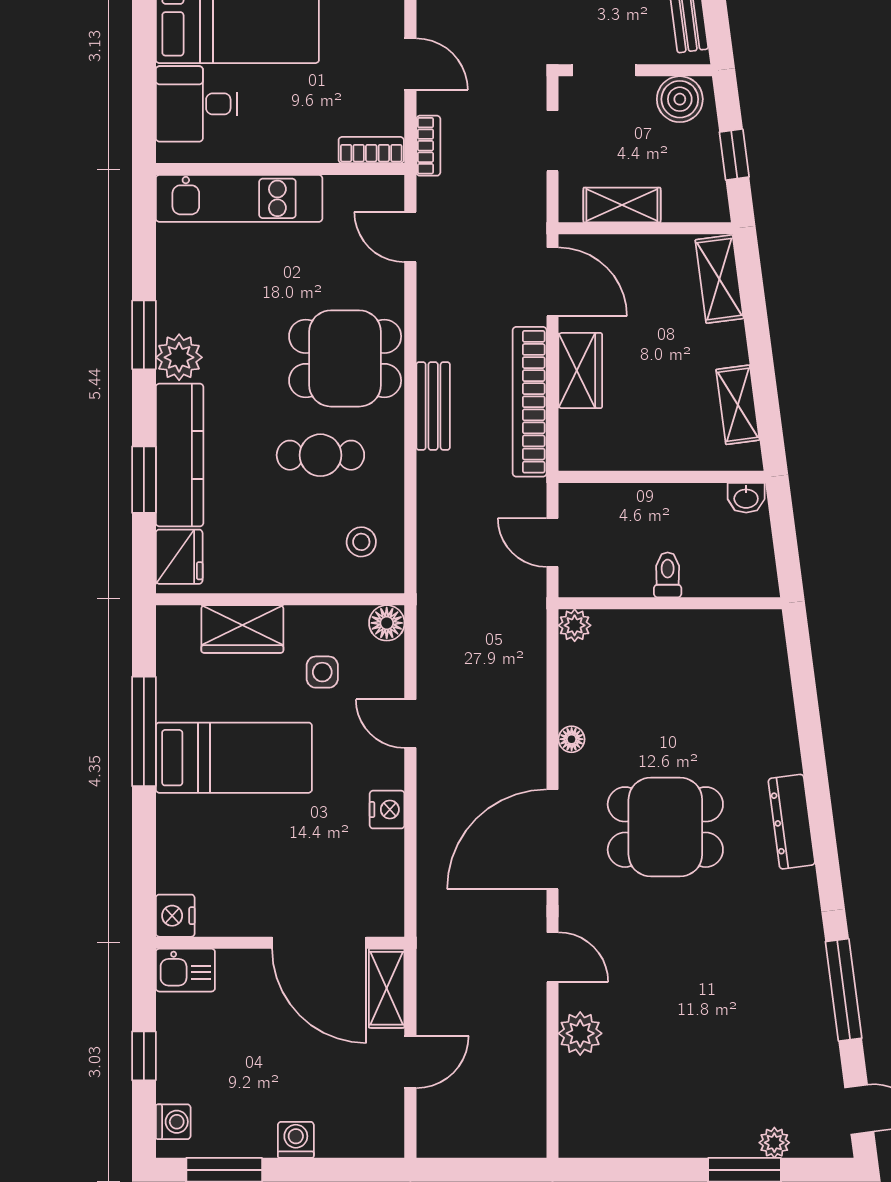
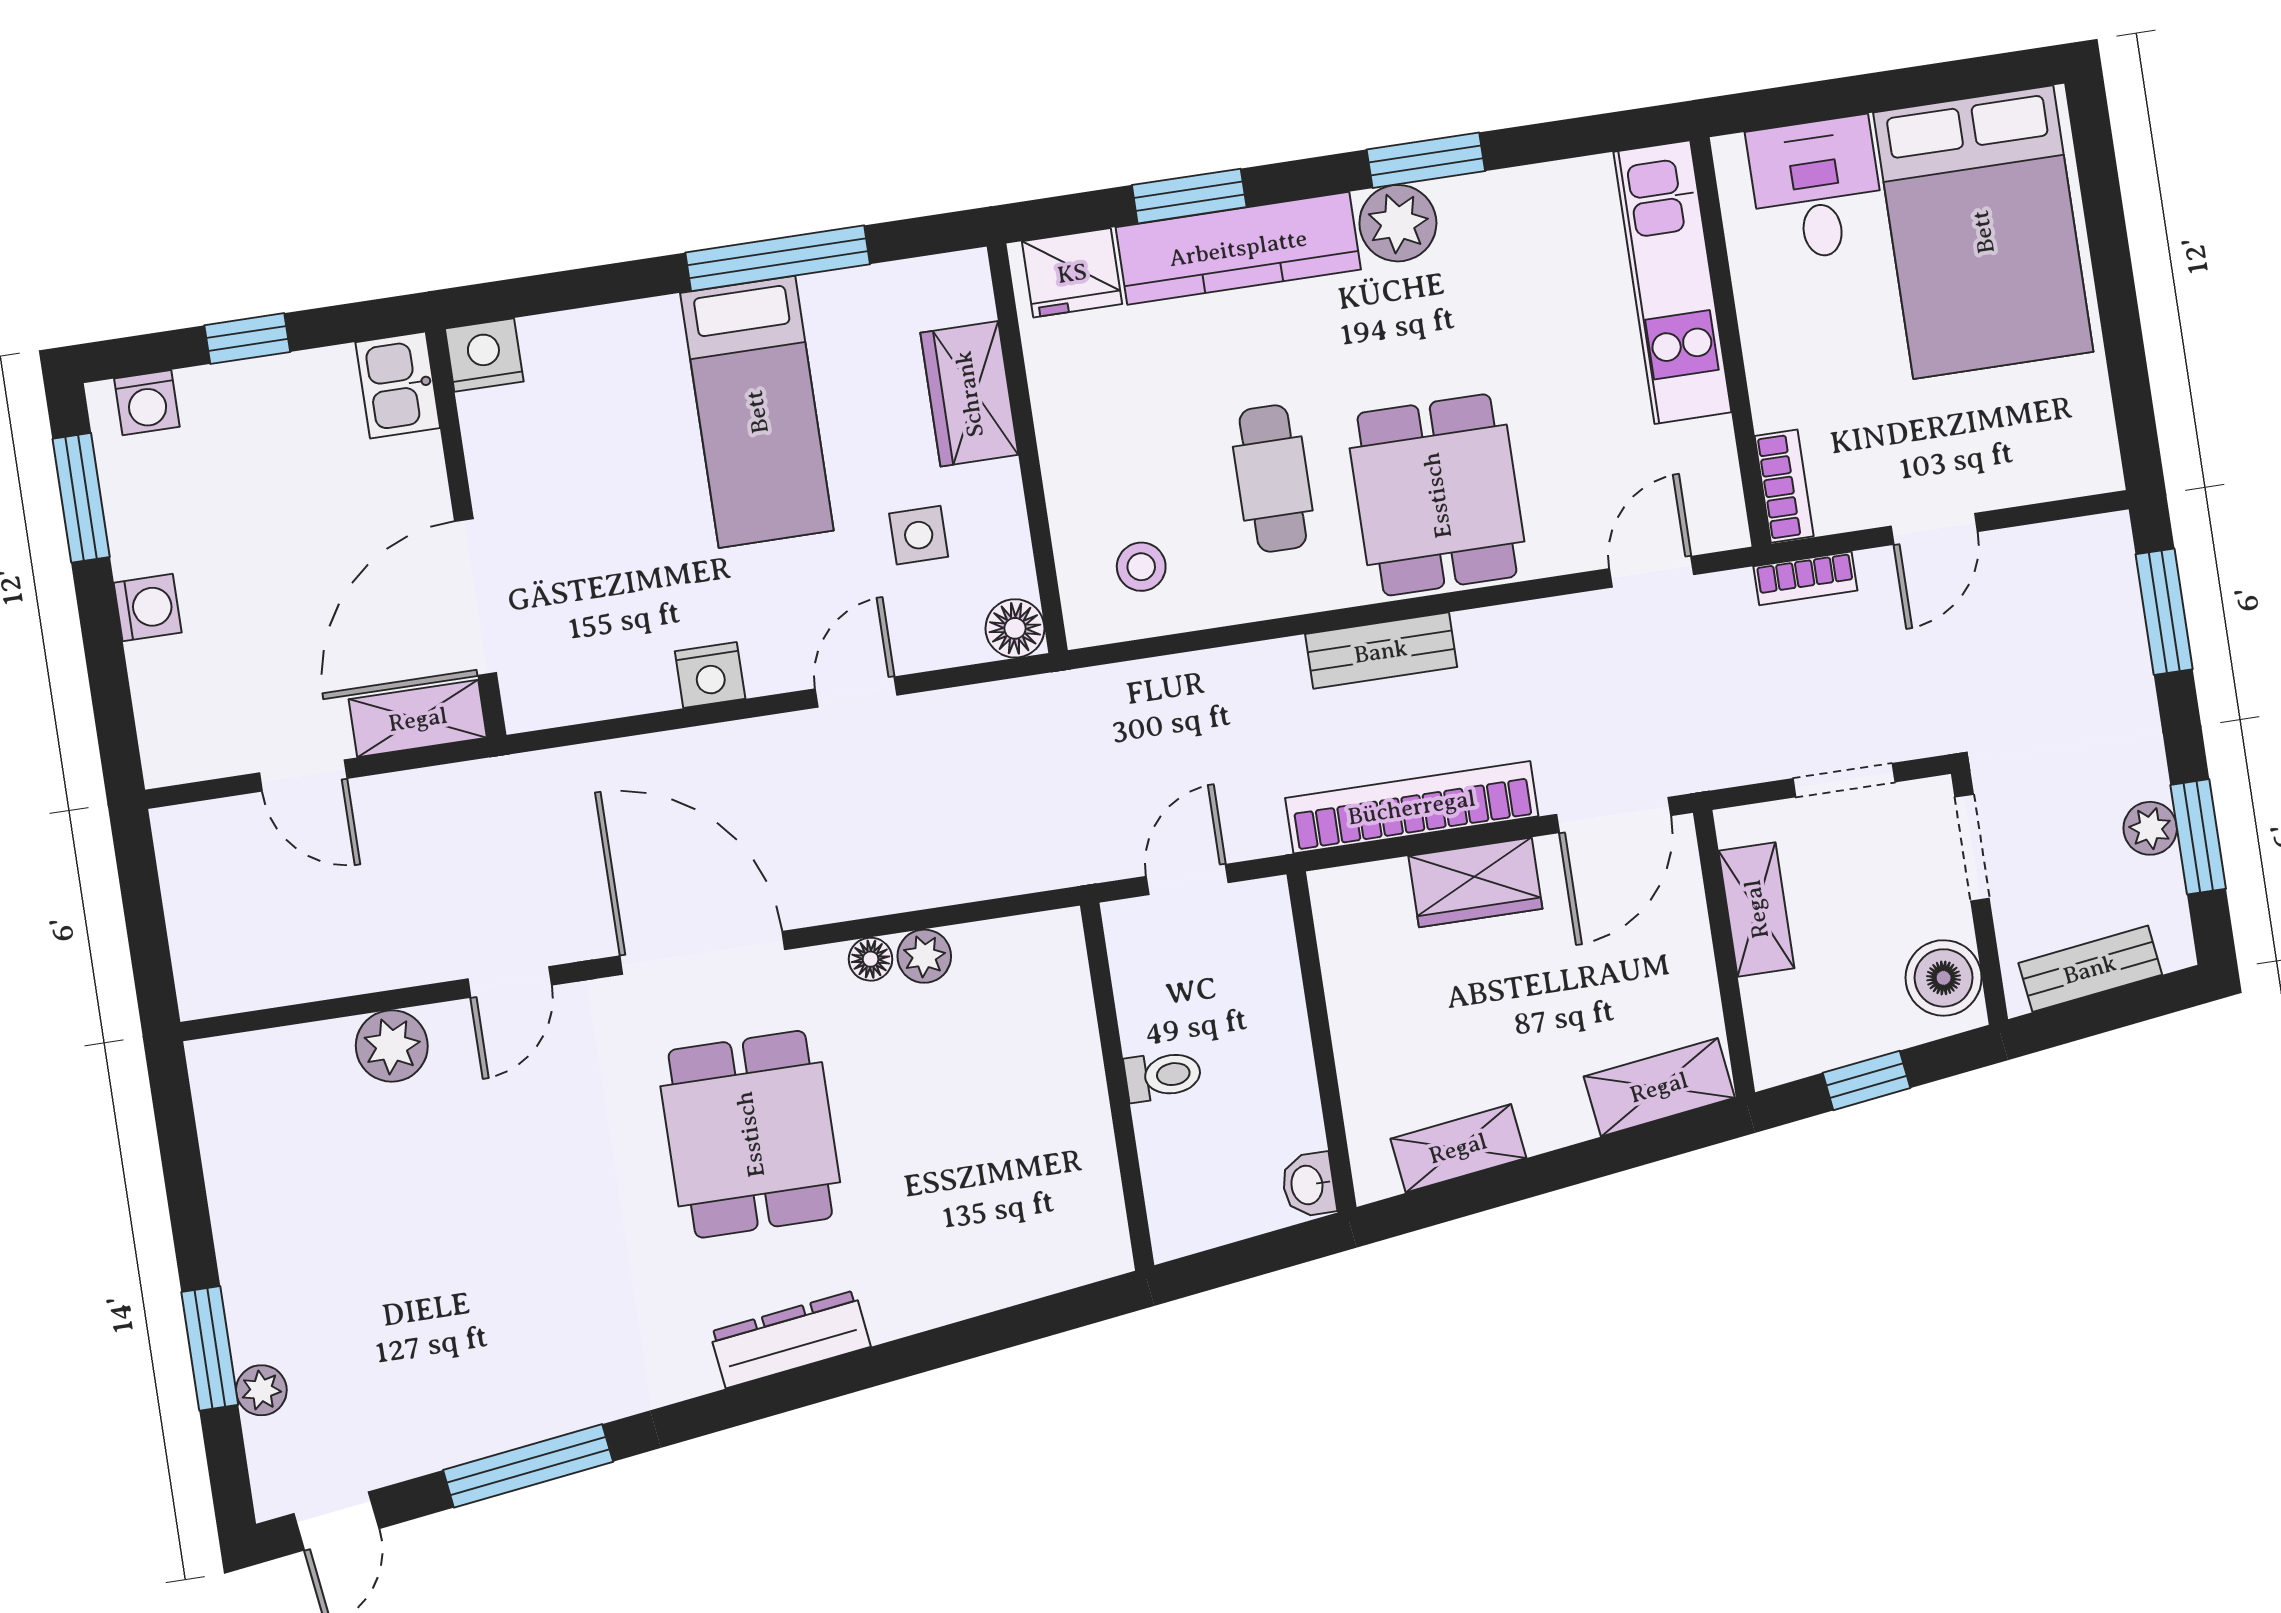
plant: (575, 625) -> (924, 956), moved

